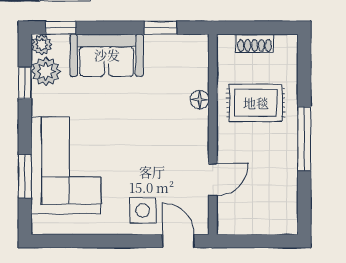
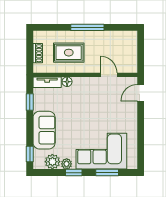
plant: (42, 45) -> (67, 164), moved
tv unit: (199, 61) -> (47, 82), added
window: (25, 83) -> (74, 173), moved
rug: (256, 103) -> (69, 53), turned 90
side table: (142, 210) -> (125, 111), removed

